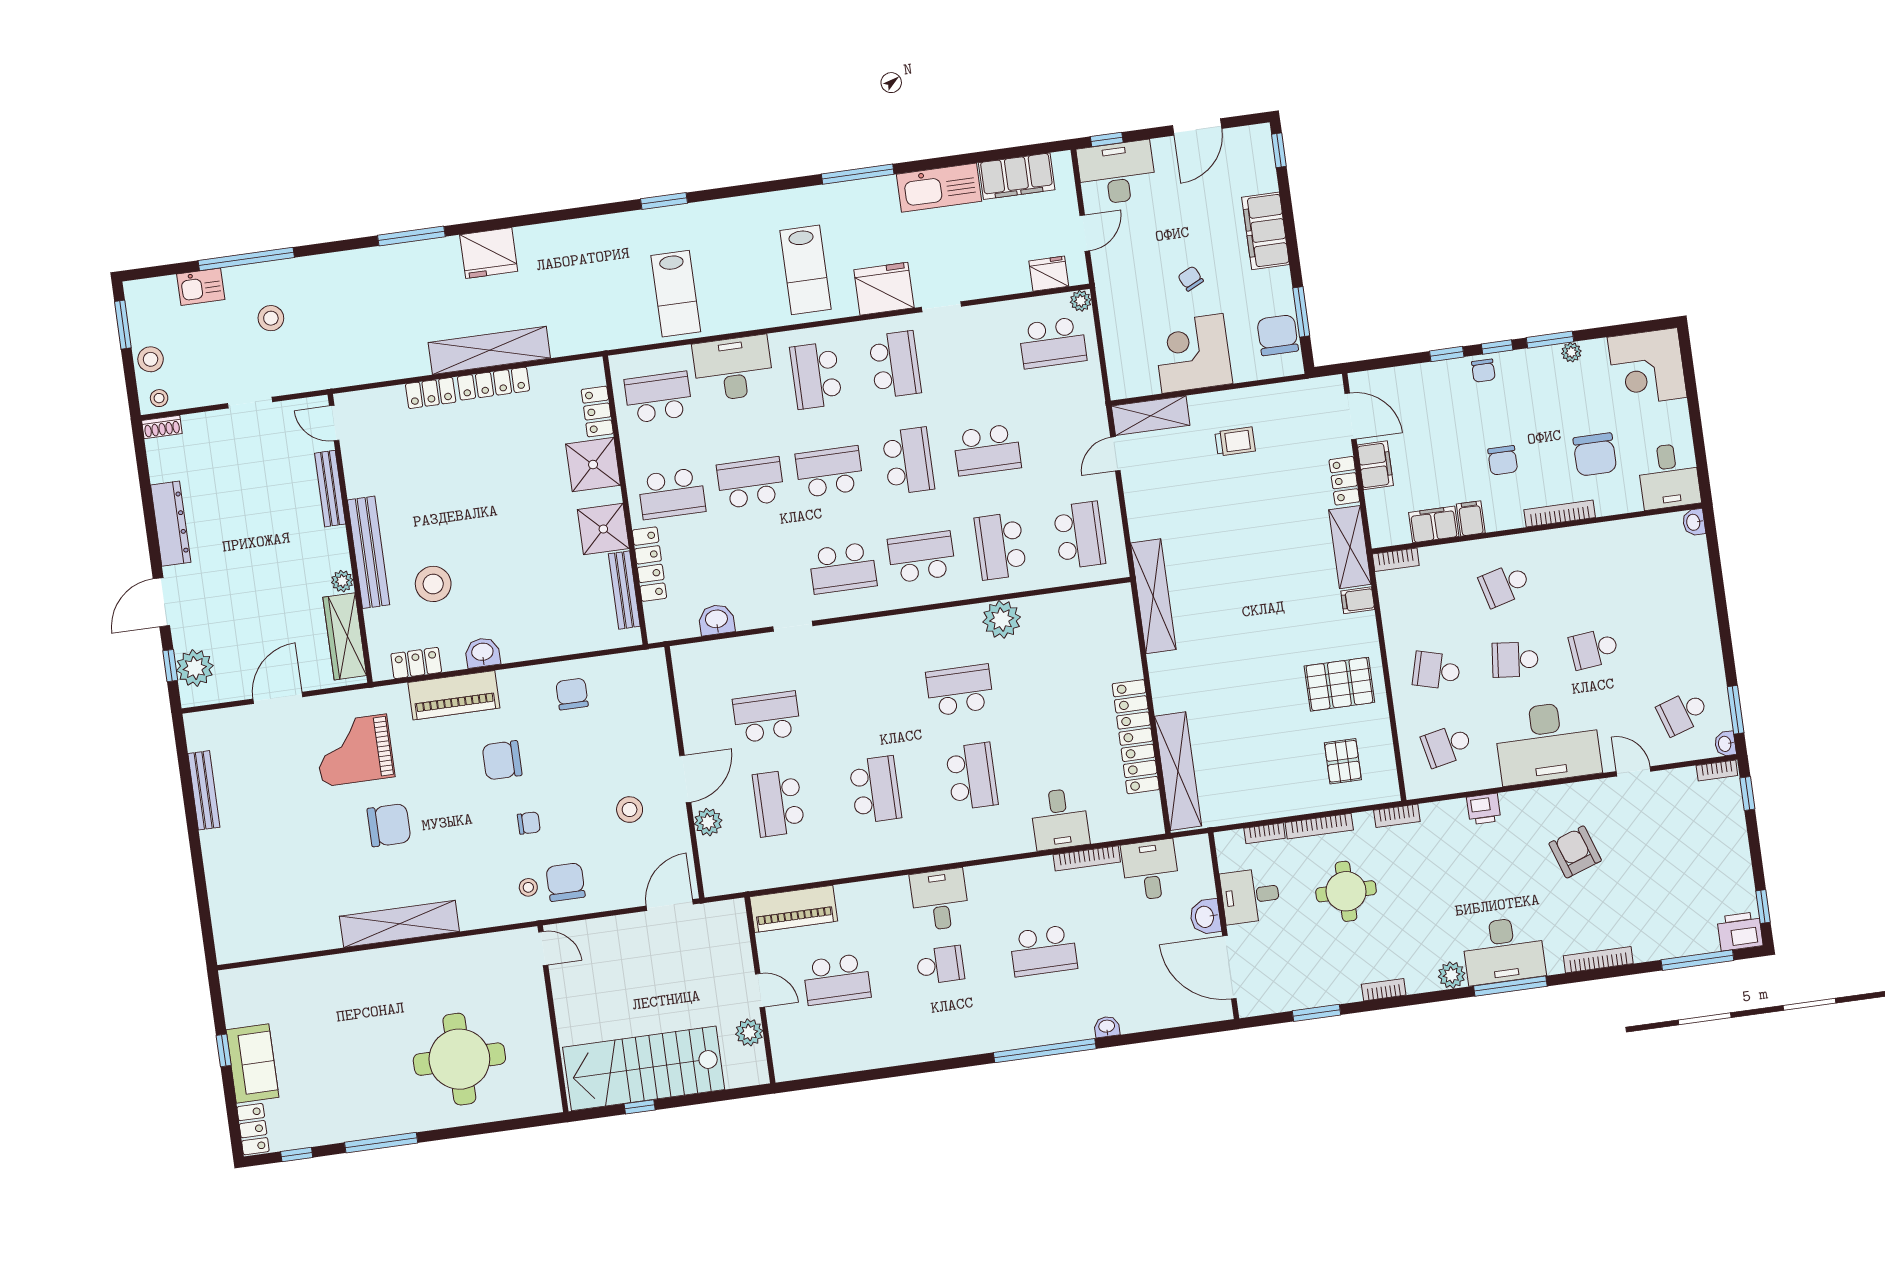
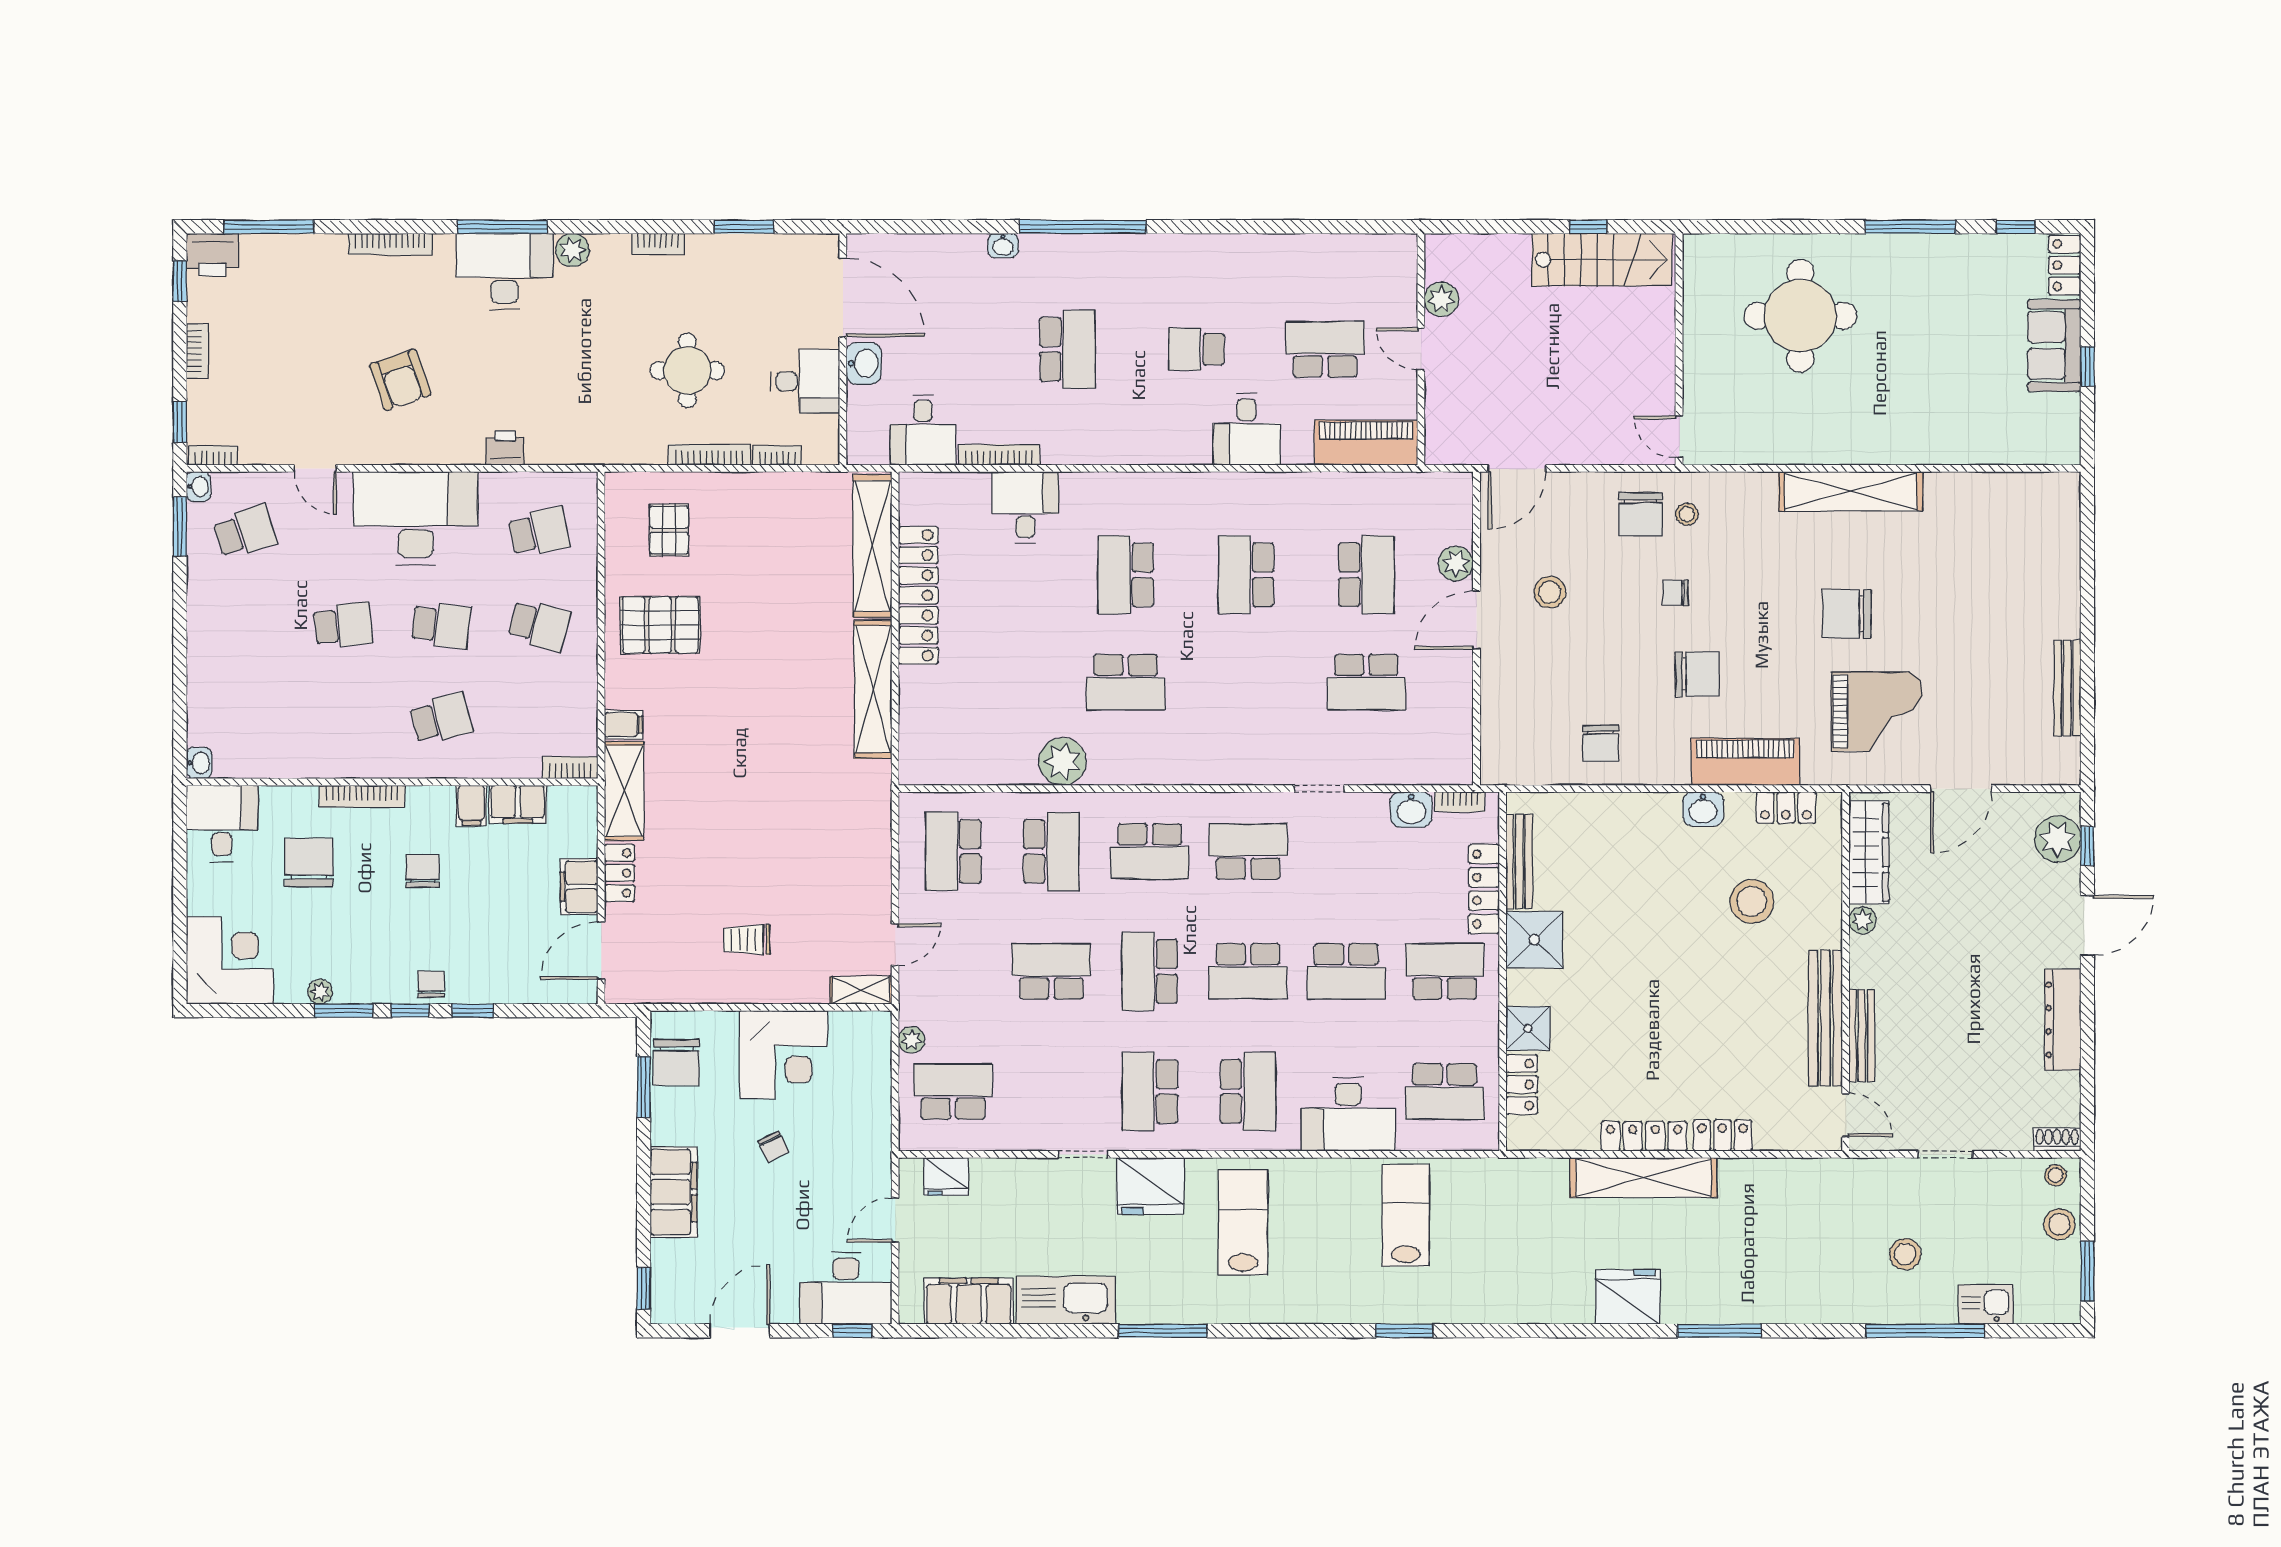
plant: (1081, 301) -> (912, 1040), moved
shelving: (1151, 416) -> (861, 990), width x0.67, depth x0.75
door: (1351, 416) -> (601, 951), hinge flipped
shower: (593, 465) -> (1528, 1028), width x0.73, depth x0.73
bench: (369, 552) -> (1825, 1018), moved
shelving: (1153, 596) -> (873, 689), moved
bookcase: (678, 631) -> (1460, 802), added
bookcase: (1397, 816) -> (197, 351), moved, turned 90
desk: (940, 900) -> (1246, 429), moved
school desk: (1043, 951) -> (1068, 349), turned 90
stairs: (644, 1068) -> (1602, 260), width x0.73, depth x0.66

